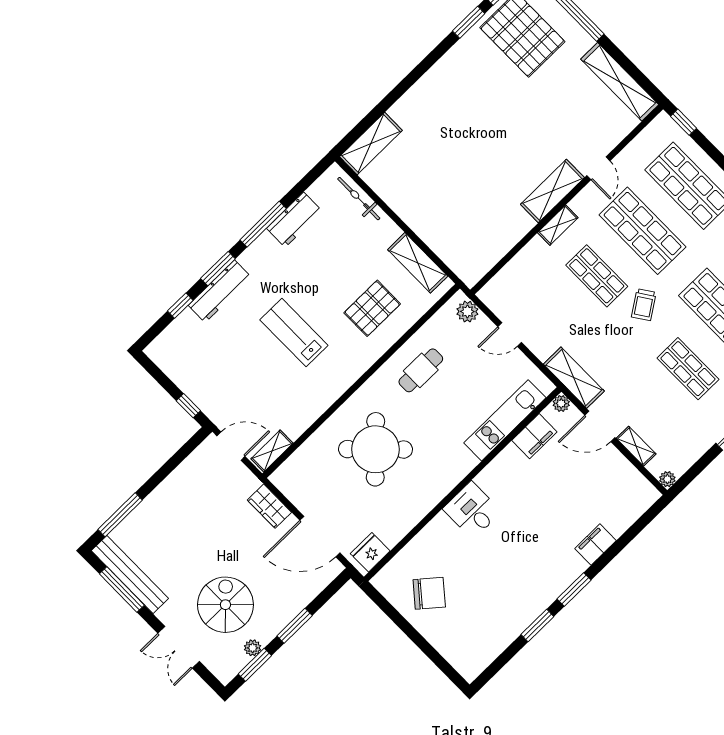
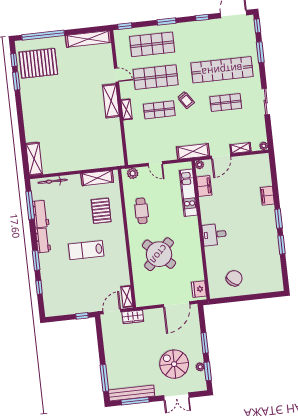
window: (263, 224) -> (30, 205), moved
workbench: (220, 291) -> (43, 240), moved, width x0.73
door: (510, 334) -> (155, 164), hinge flipped
wardrobe: (269, 506) -> (133, 317), moved

